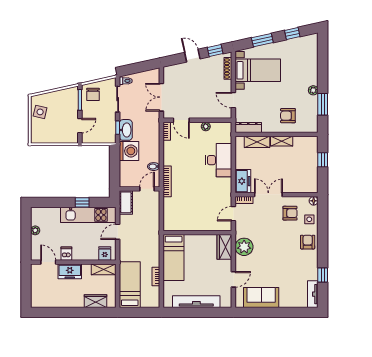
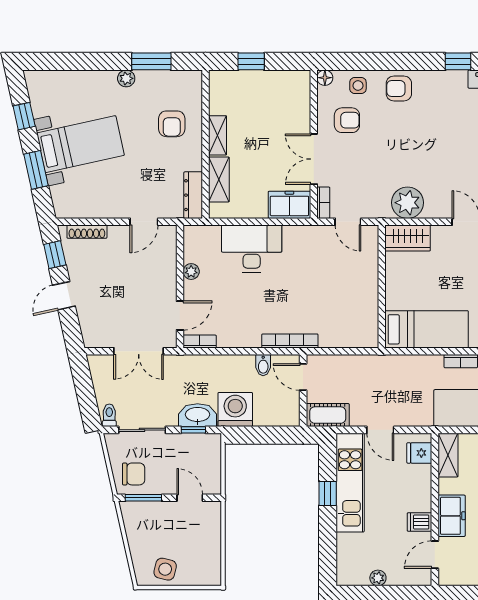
bed with nightstands: (258, 70) -> (80, 144), moved, turned 77
armchair: (290, 213) -> (347, 120), turned 90

